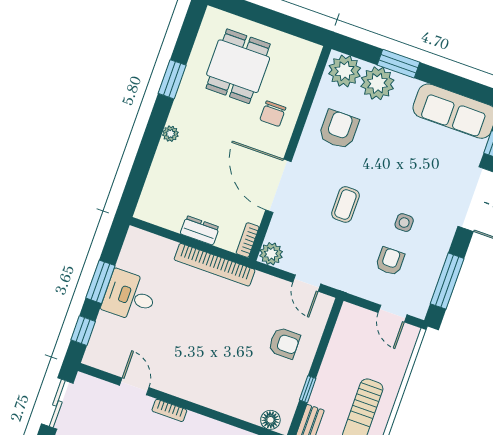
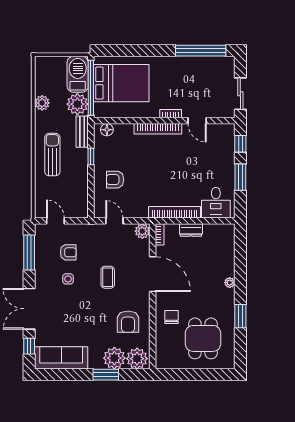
armchair: (390, 261) -> (68, 252), turned -90
desk: (130, 296) -> (216, 203), moved, turned 90
bookcase: (196, 395) -> (158, 129), added

